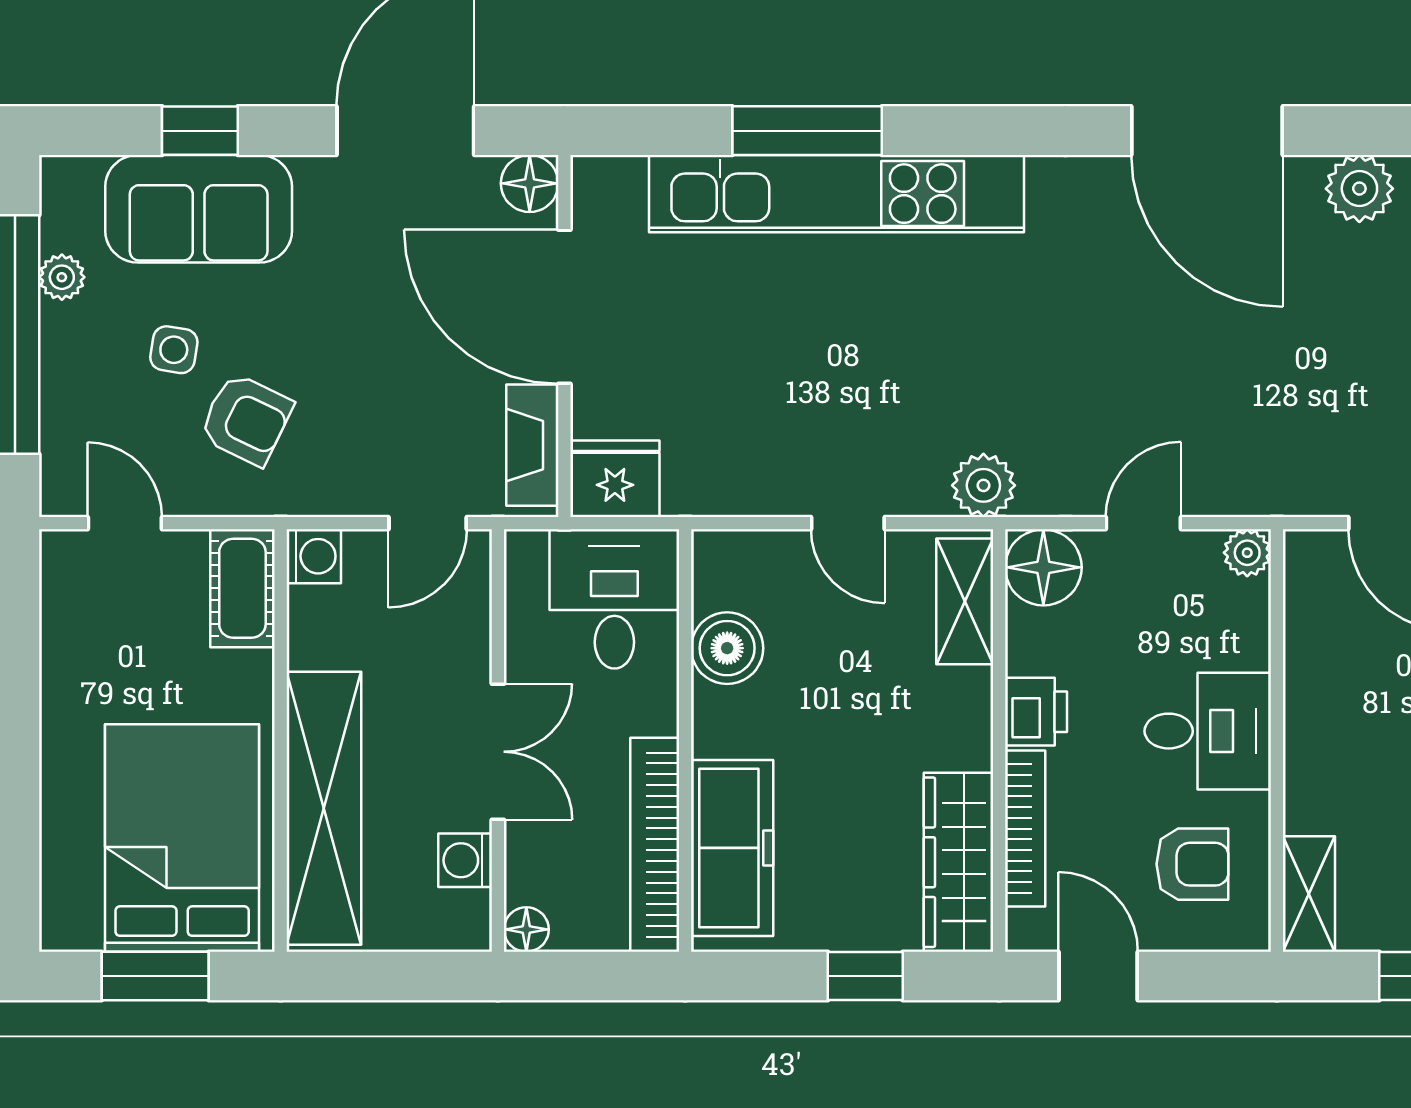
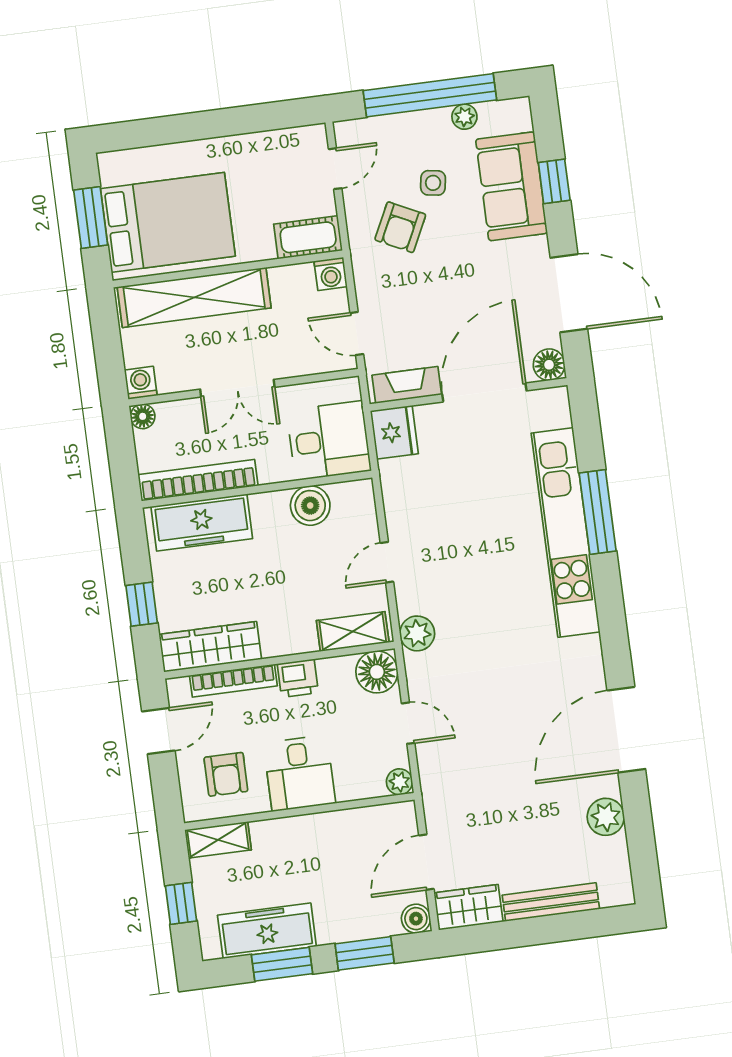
washing machine: (465, 860) -> (141, 383), moved

